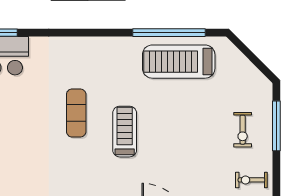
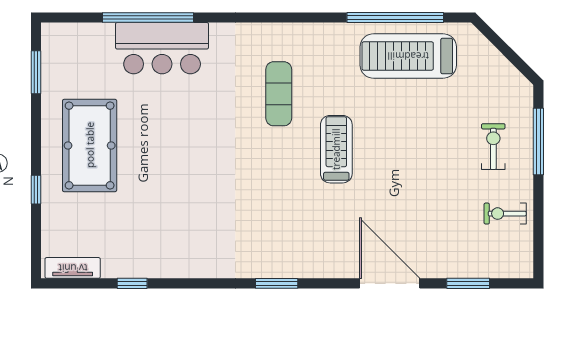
exercise mat: (76, 113) -> (279, 94), moved
exercise bike: (243, 130) -> (493, 147), turned 180

